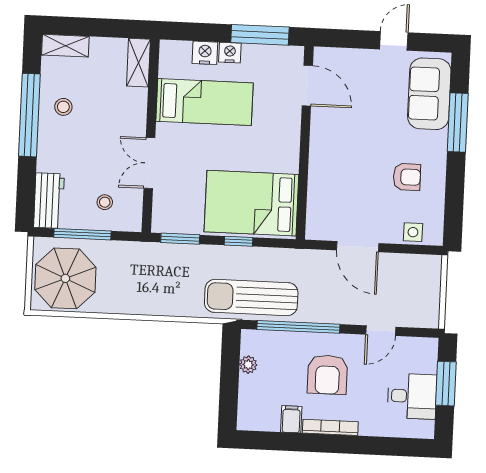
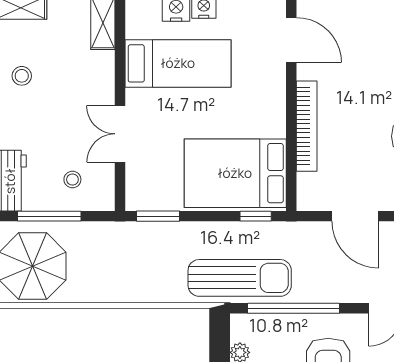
bookcase: (318, 164) -> (307, 126), added
window: (239, 241) -> (256, 216), moved
sun lounger: (251, 298) -> (240, 278), turned 180

